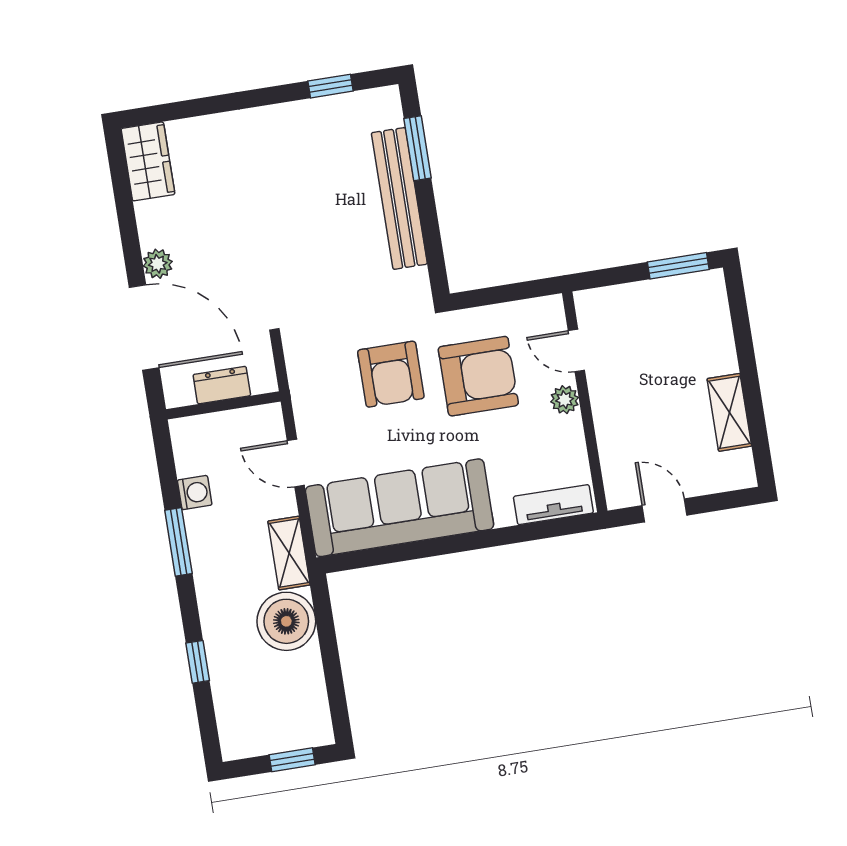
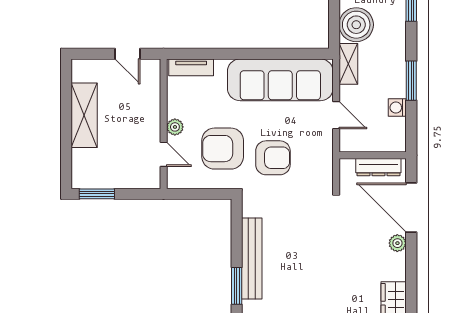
armchair: (391, 374) -> (273, 158), turned 90
dresser: (222, 385) -> (378, 167), width x1.44
shelving: (729, 412) -> (84, 115), width x1.50, depth x1.33

